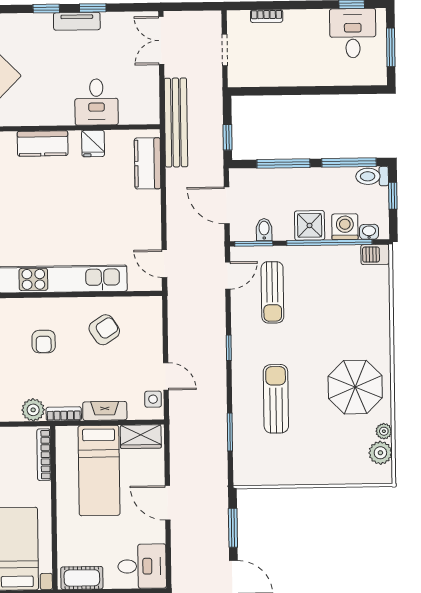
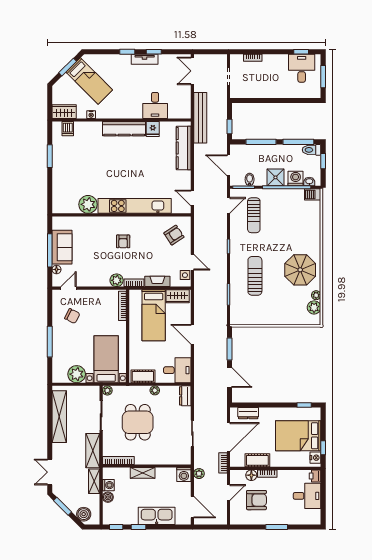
kitchen counter: (43, 143) -> (124, 129), width x1.50
kitchen counter: (148, 163) -> (184, 148), width x1.50
armchair: (104, 330) -> (174, 235), moved

